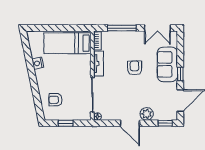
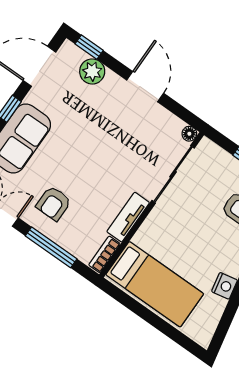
armchair: (135, 68) -> (54, 203), moved
plant: (147, 114) -> (92, 71), moved

